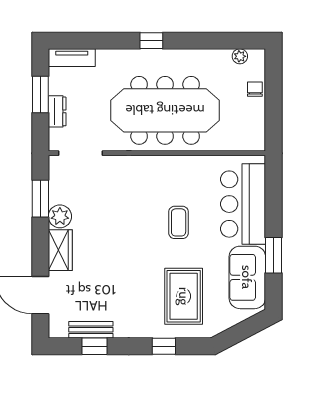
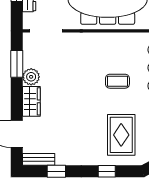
coffee table: (179, 222) -> (117, 81), turned 90
bench: (91, 330) -> (39, 159), moved

